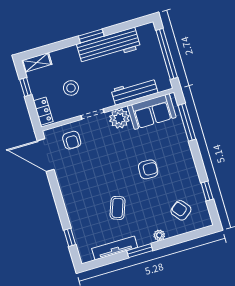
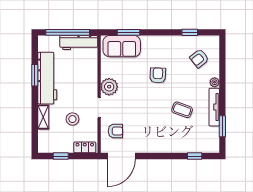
window: (91, 36) -> (35, 75), moved
shelving: (37, 62) -> (43, 117), moved
workbench: (134, 91) -> (79, 43), moved, turned -90
sofa: (152, 112) -> (122, 46), moved, turned 90
window: (187, 122) -> (129, 32), width x0.69
tv unit: (115, 248) -> (214, 107), moved
window: (140, 251) -> (222, 126), moved

